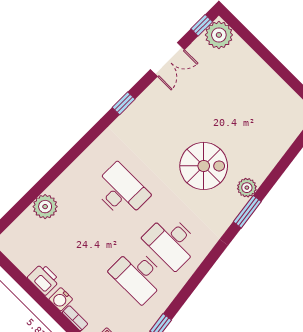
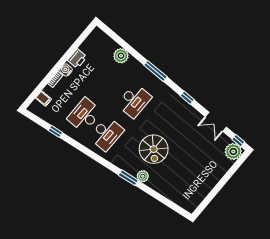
window: (75, 152) -> (155, 71), added
desk: (172, 242) -> (106, 134), turned 180

